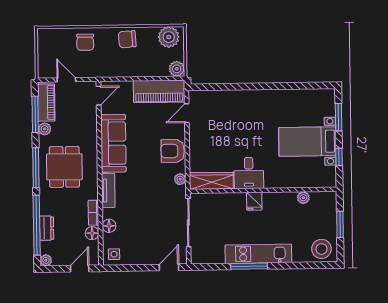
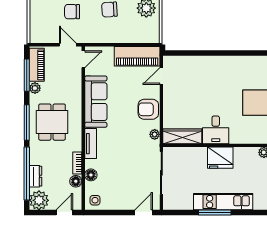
chair: (85, 42) -> (72, 12), turned 90
plant: (177, 69) -> (153, 36), removed
door: (66, 80) -> (68, 45), moved
fridge: (254, 201) -> (220, 158), width x1.88, depth x1.34
plant: (46, 260) -> (39, 200), width x1.87, depth x1.87

